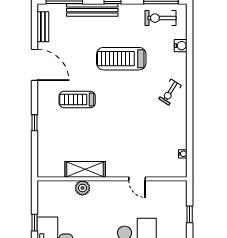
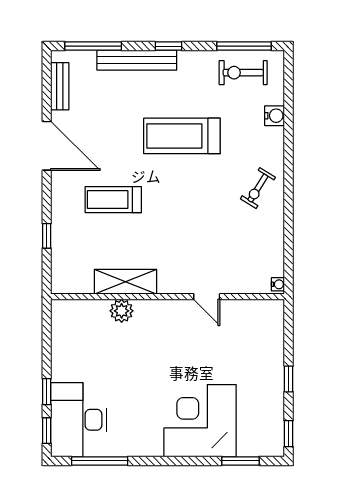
shelving: (85, 169) -> (125, 282), moved
wall: (112, 179) -> (168, 297), moved
door: (137, 179) -> (207, 297), moved
plant: (82, 188) -> (122, 311), moved

